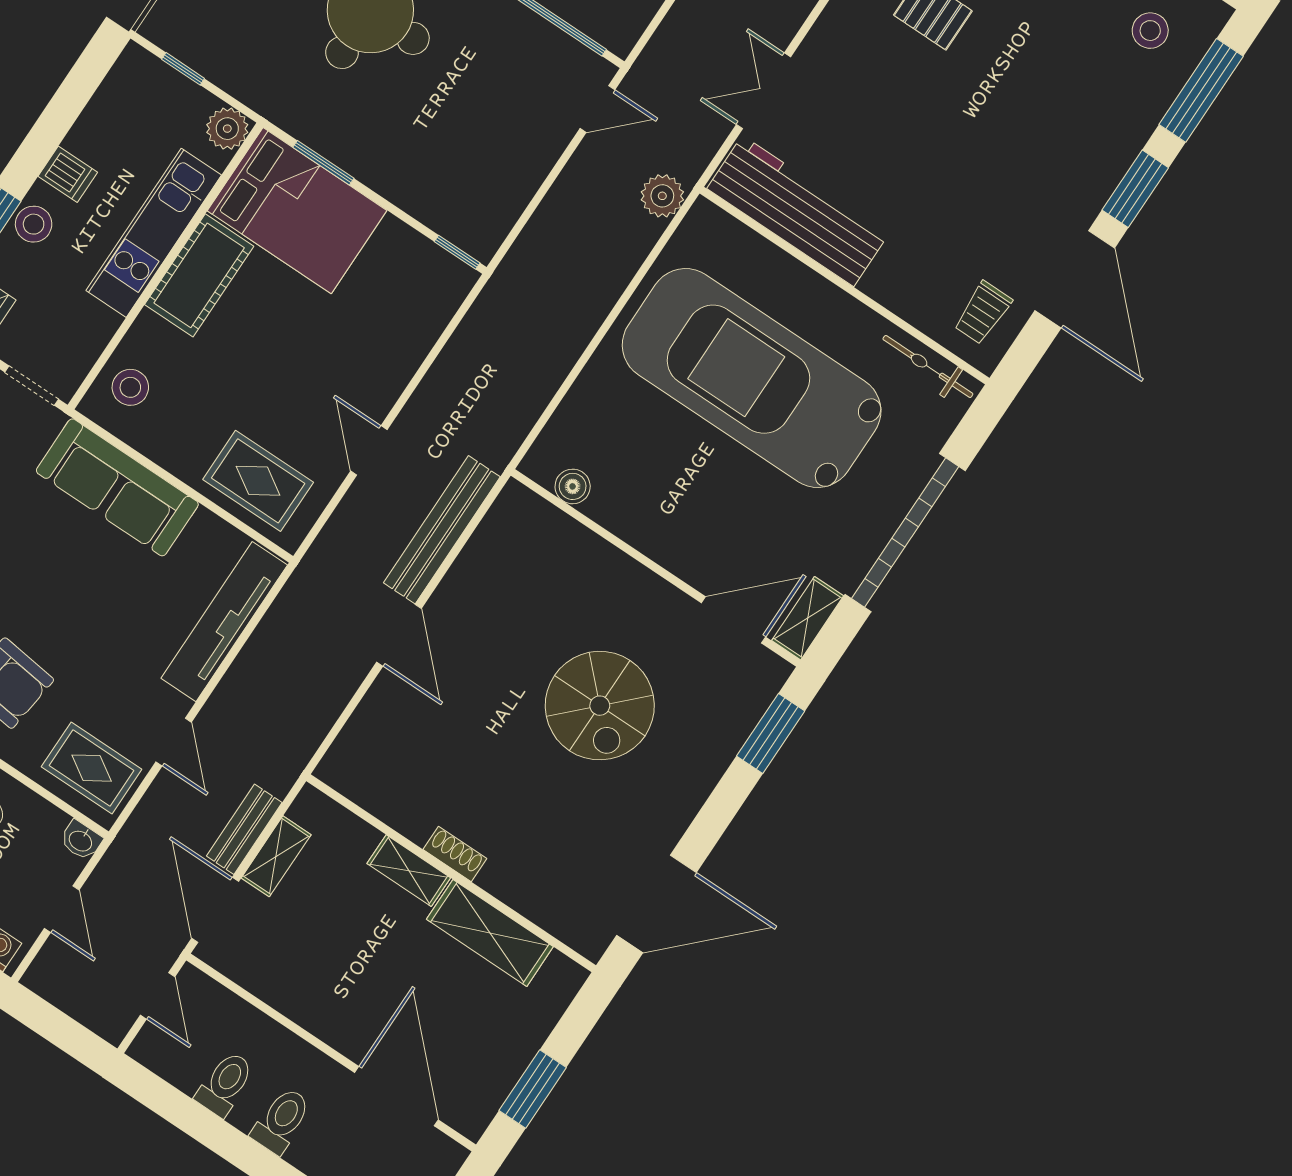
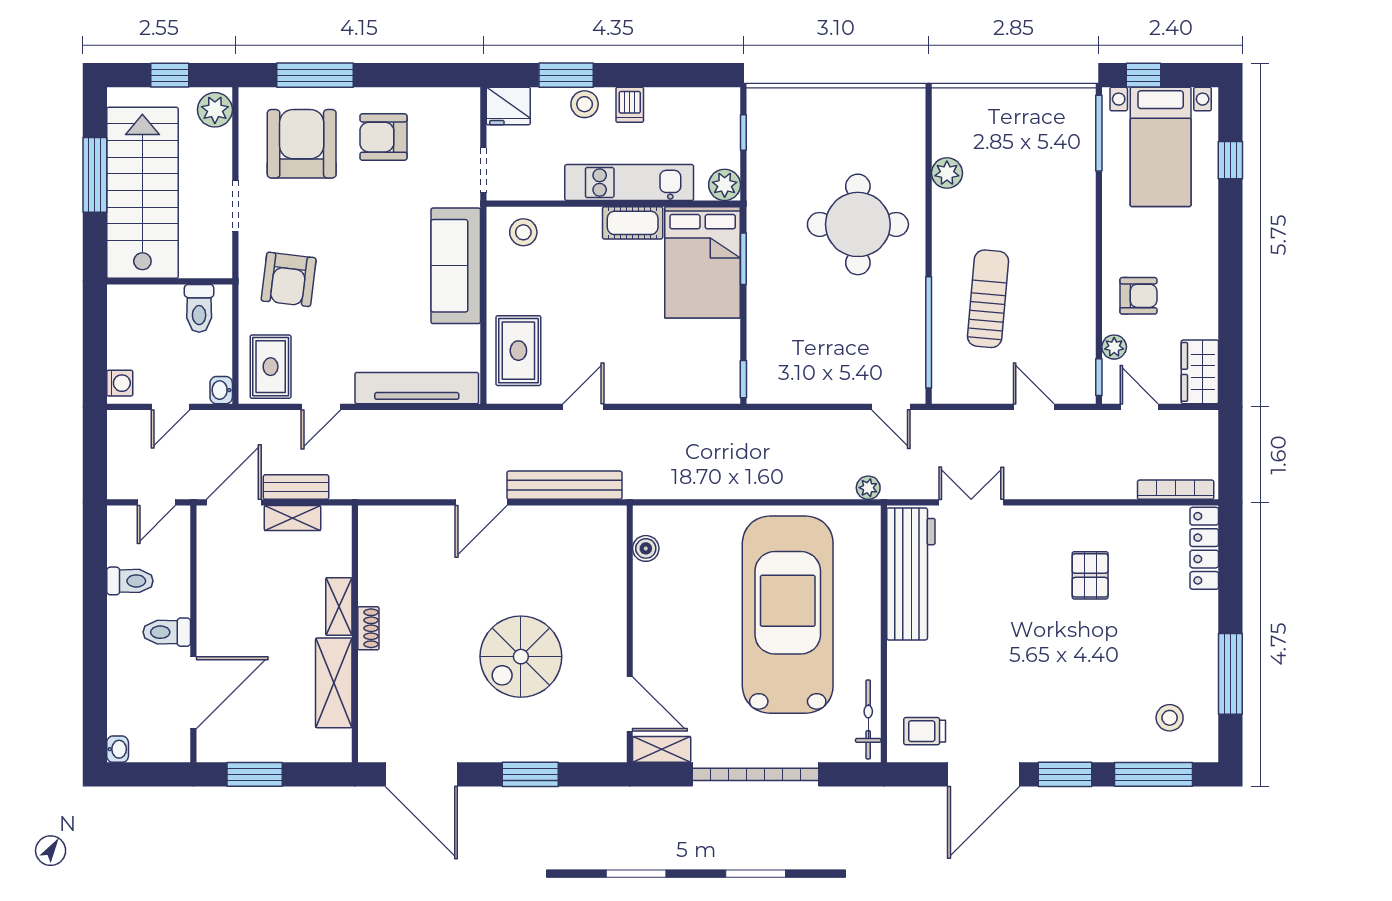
plant: (662, 196) -> (868, 488), width x0.73, depth x0.73
cot: (199, 275) -> (633, 223), width x0.73, depth x0.75
window: (771, 734) -> (530, 774), moved
toilet: (281, 1121) -> (167, 632), moved, turned 180

